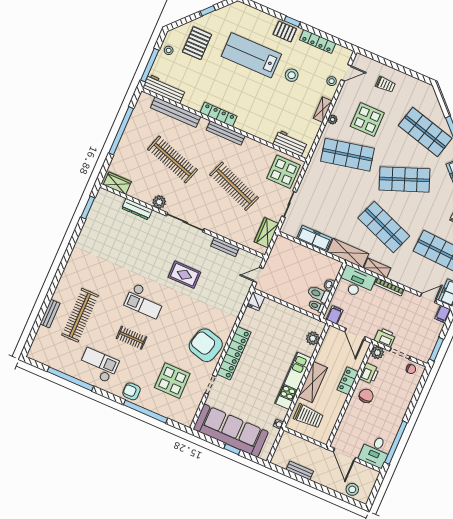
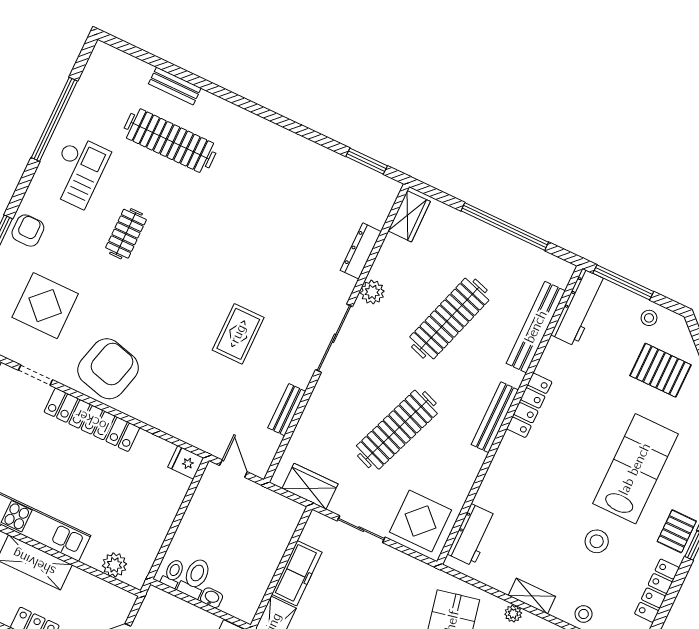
checkout: (145, 301) -> (193, 260), removed
filing cabinet: (335, 315) -> (156, 606), removed

